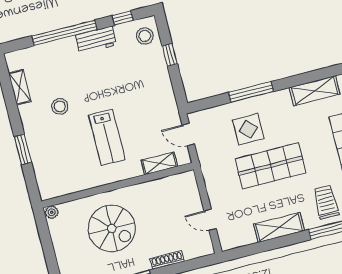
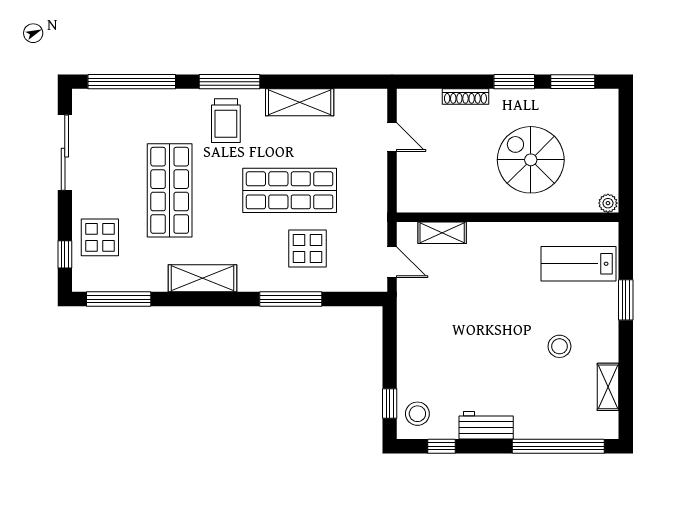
window: (64, 33) -> (558, 446), moved
window: (170, 55) -> (390, 403), moved
lab bench: (107, 137) -> (578, 264), moved, turned -90

